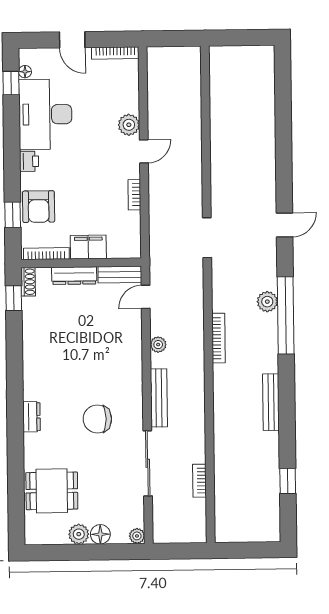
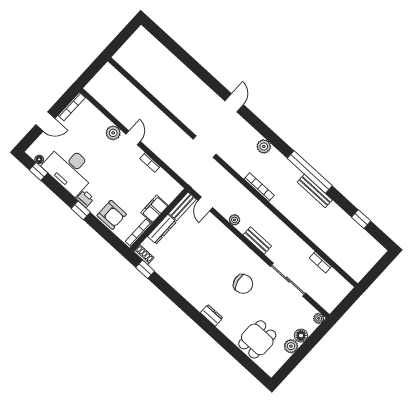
window: (13, 215) -> (81, 210), moved
window: (286, 315) -> (310, 172), moved
bench: (159, 398) -> (257, 241), width x0.73
chair: (97, 419) -> (243, 284), turned -103

